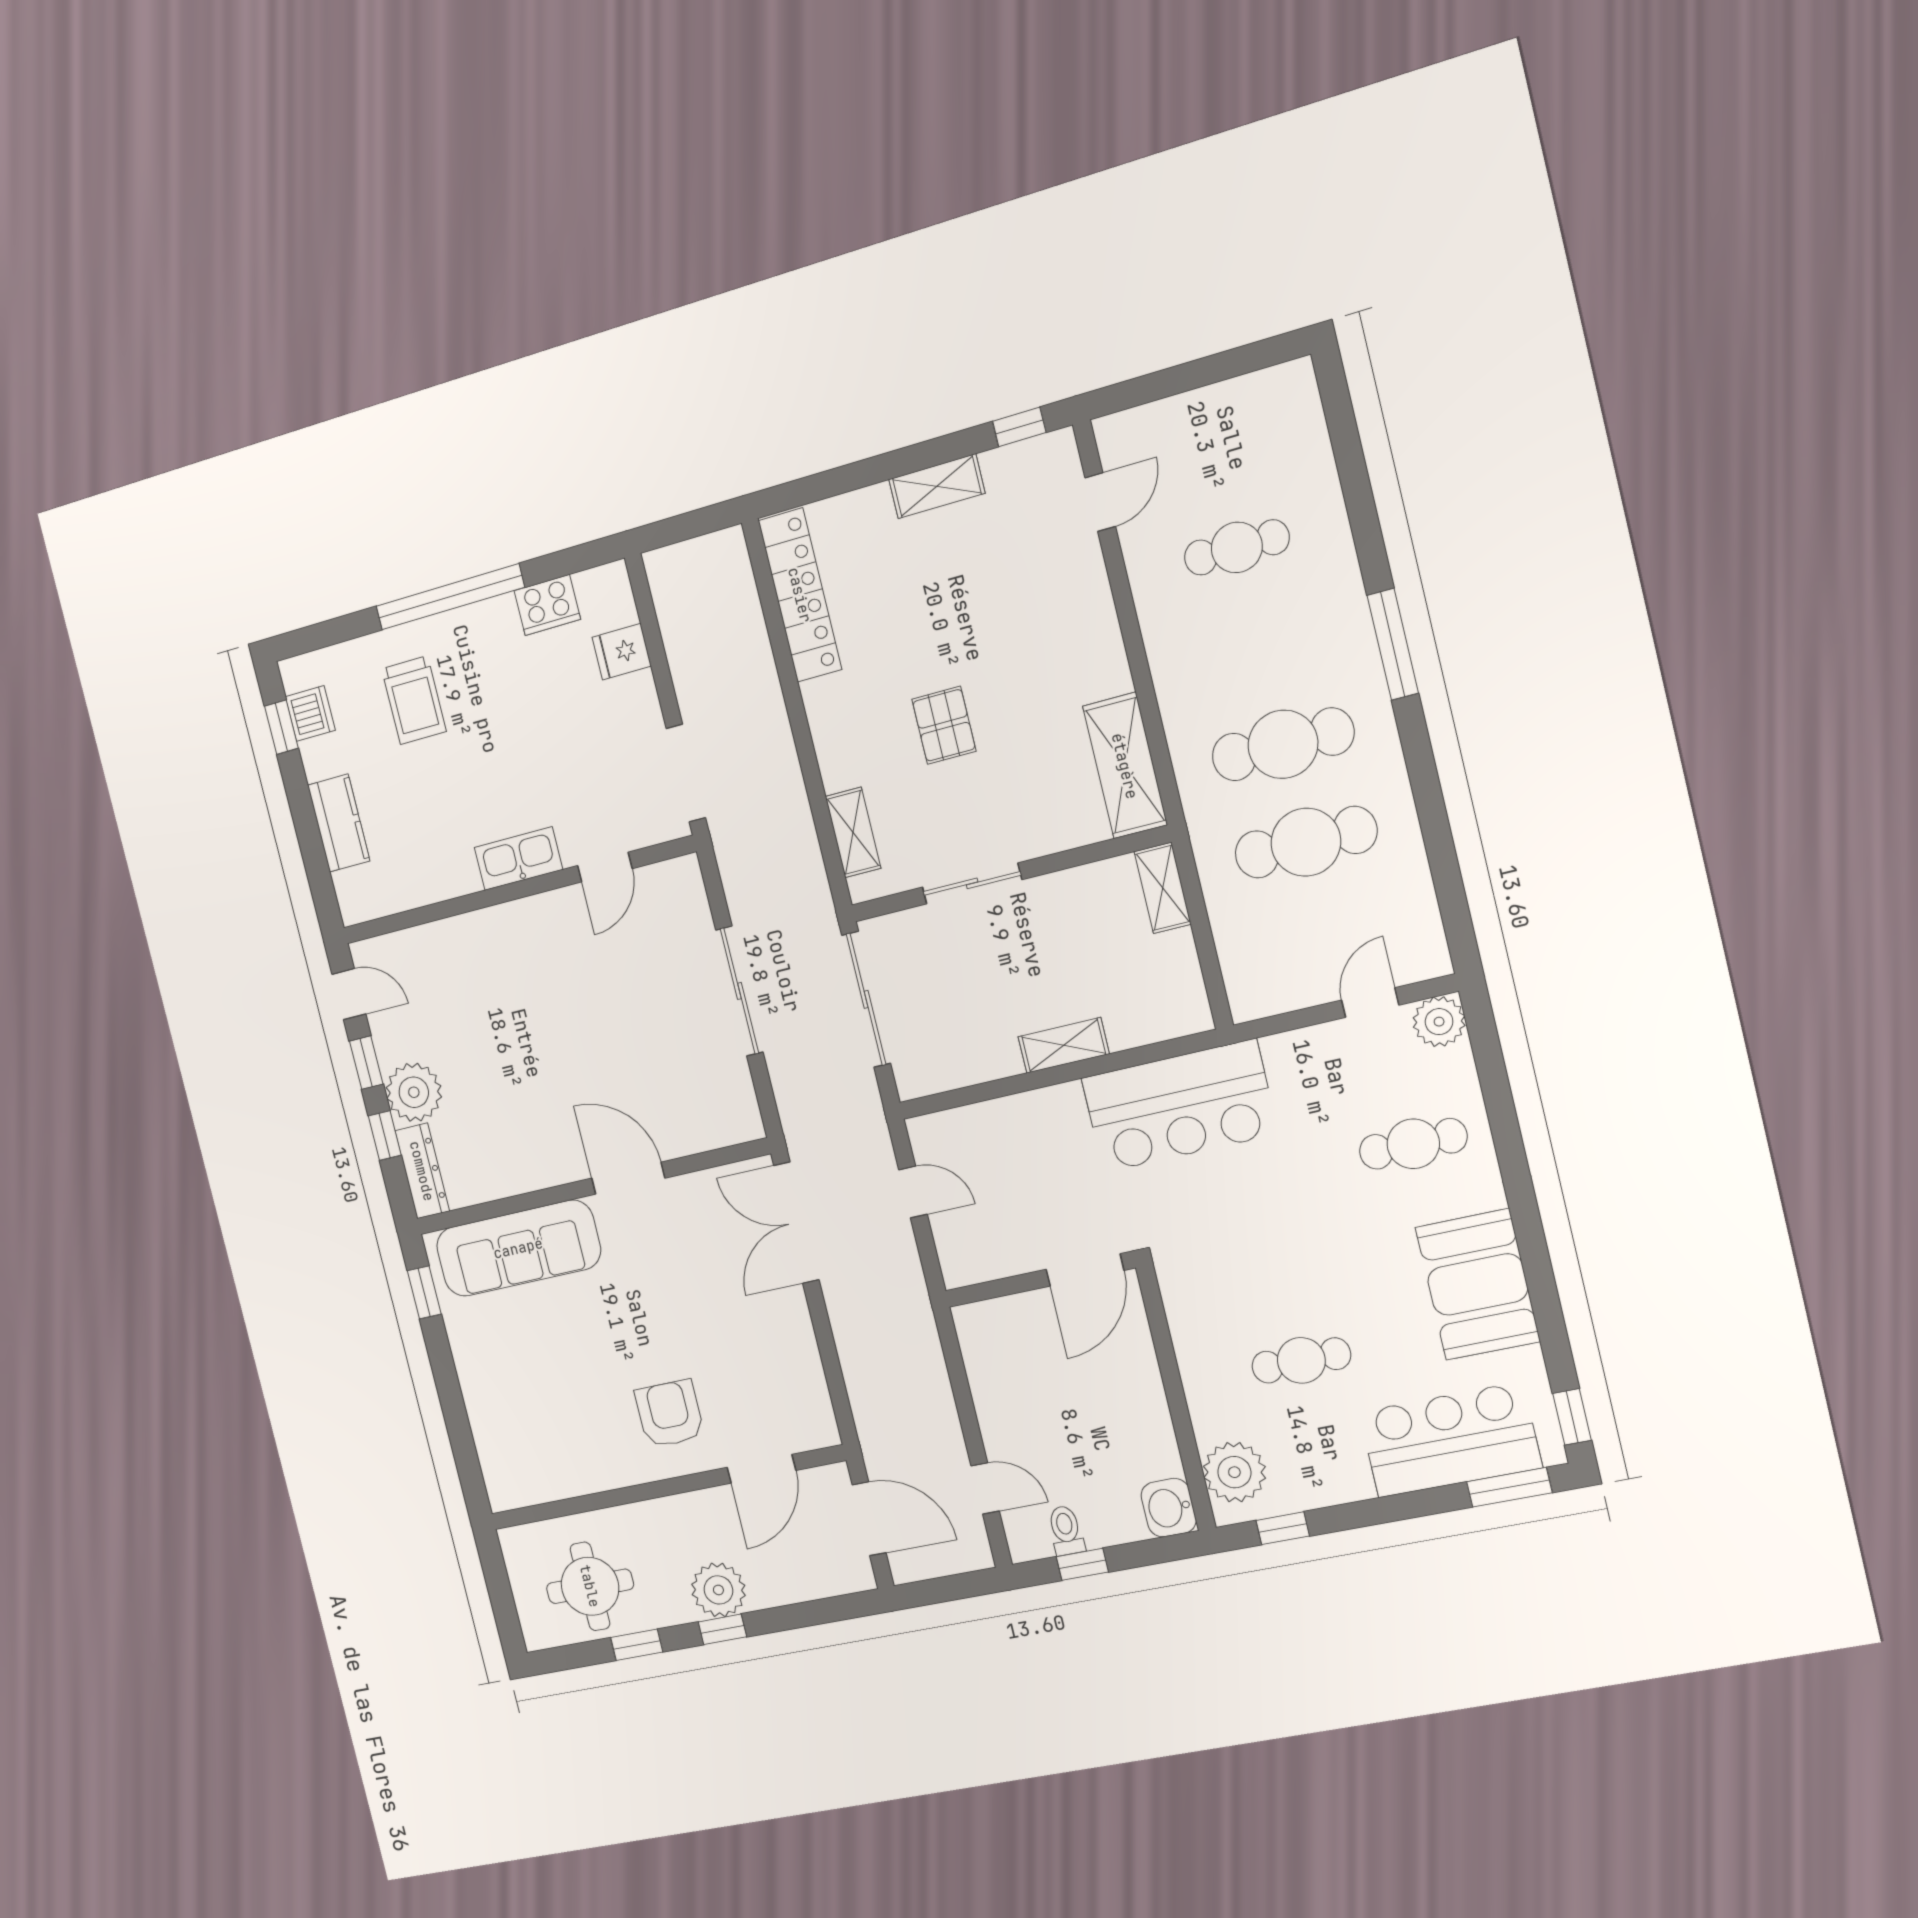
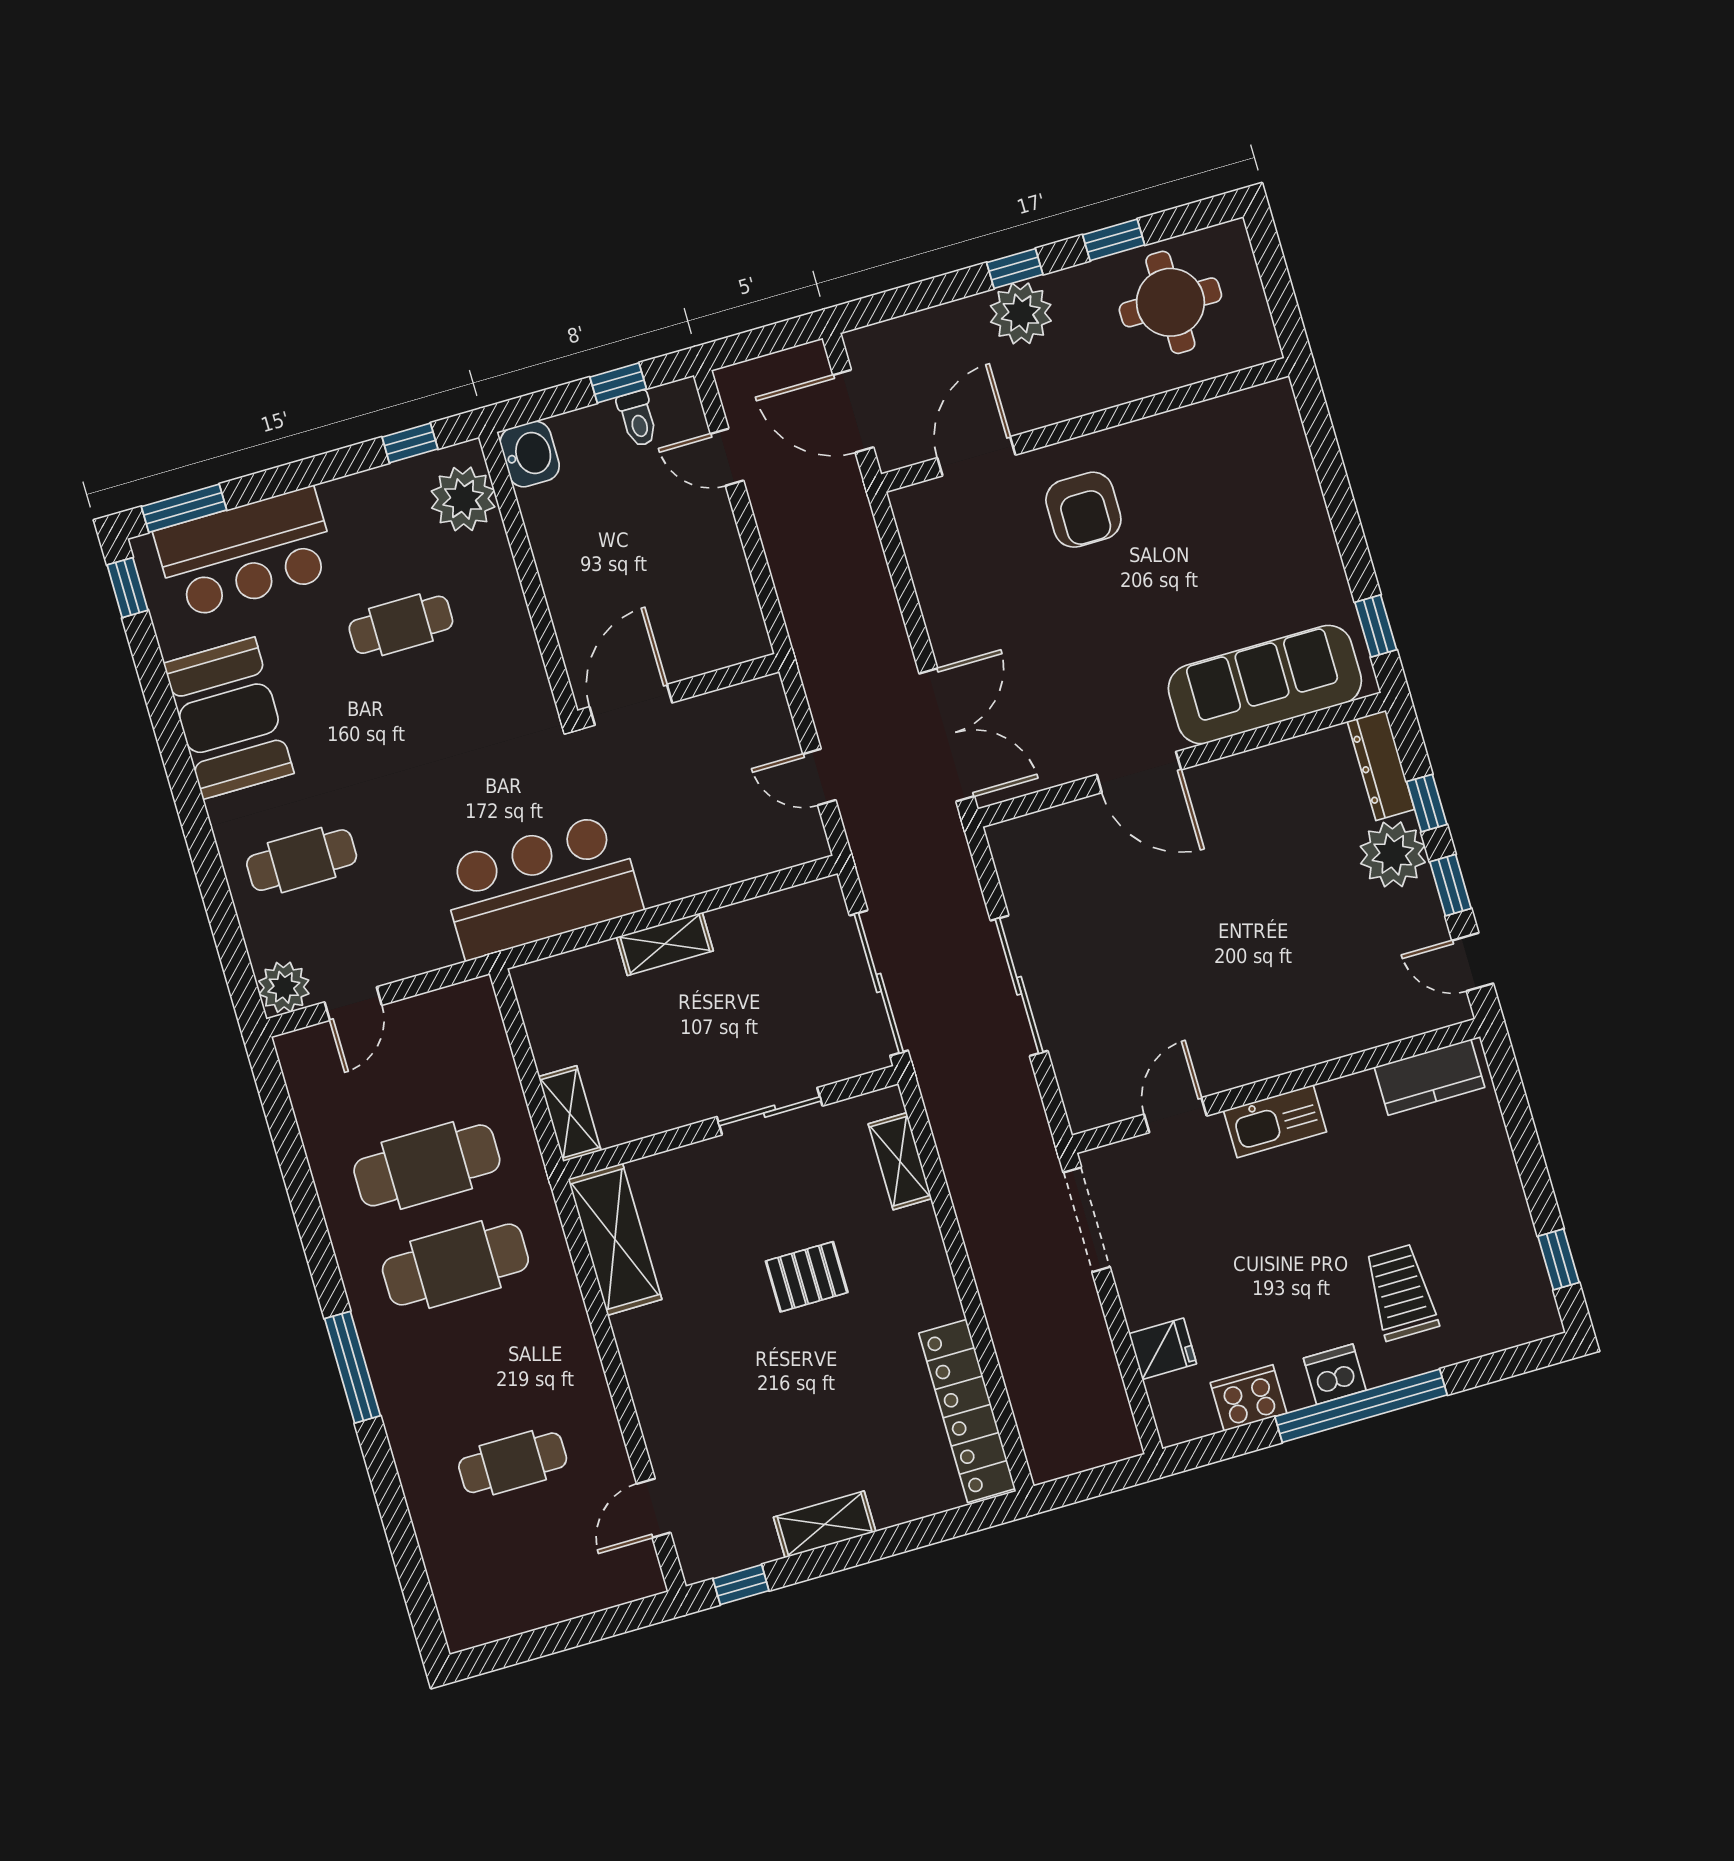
dishwasher: (310, 713) -> (1335, 1374), moved, turned 90
pallet: (944, 725) -> (807, 1277), turned 90
kitchen counter: (339, 823) -> (1429, 1077), moved, turned -90

